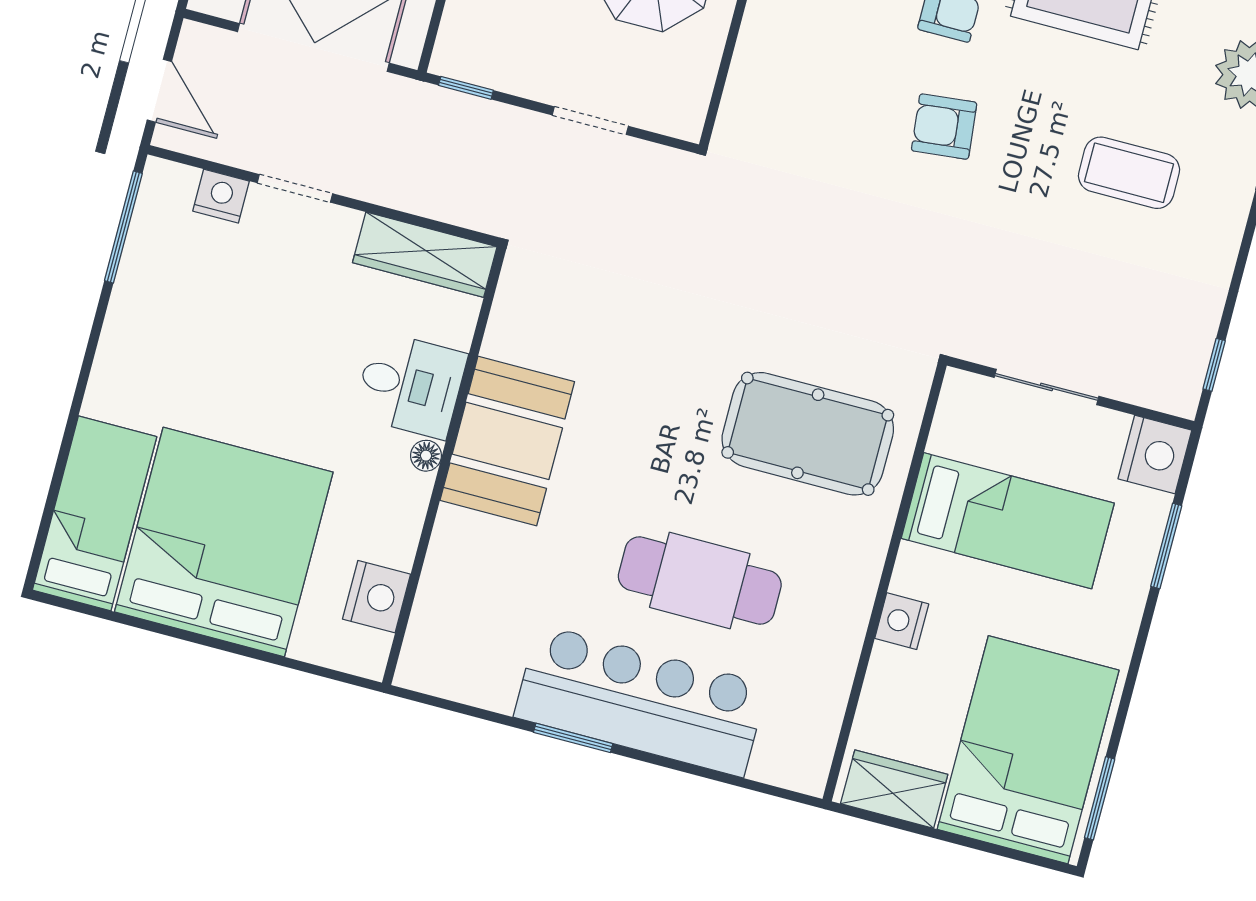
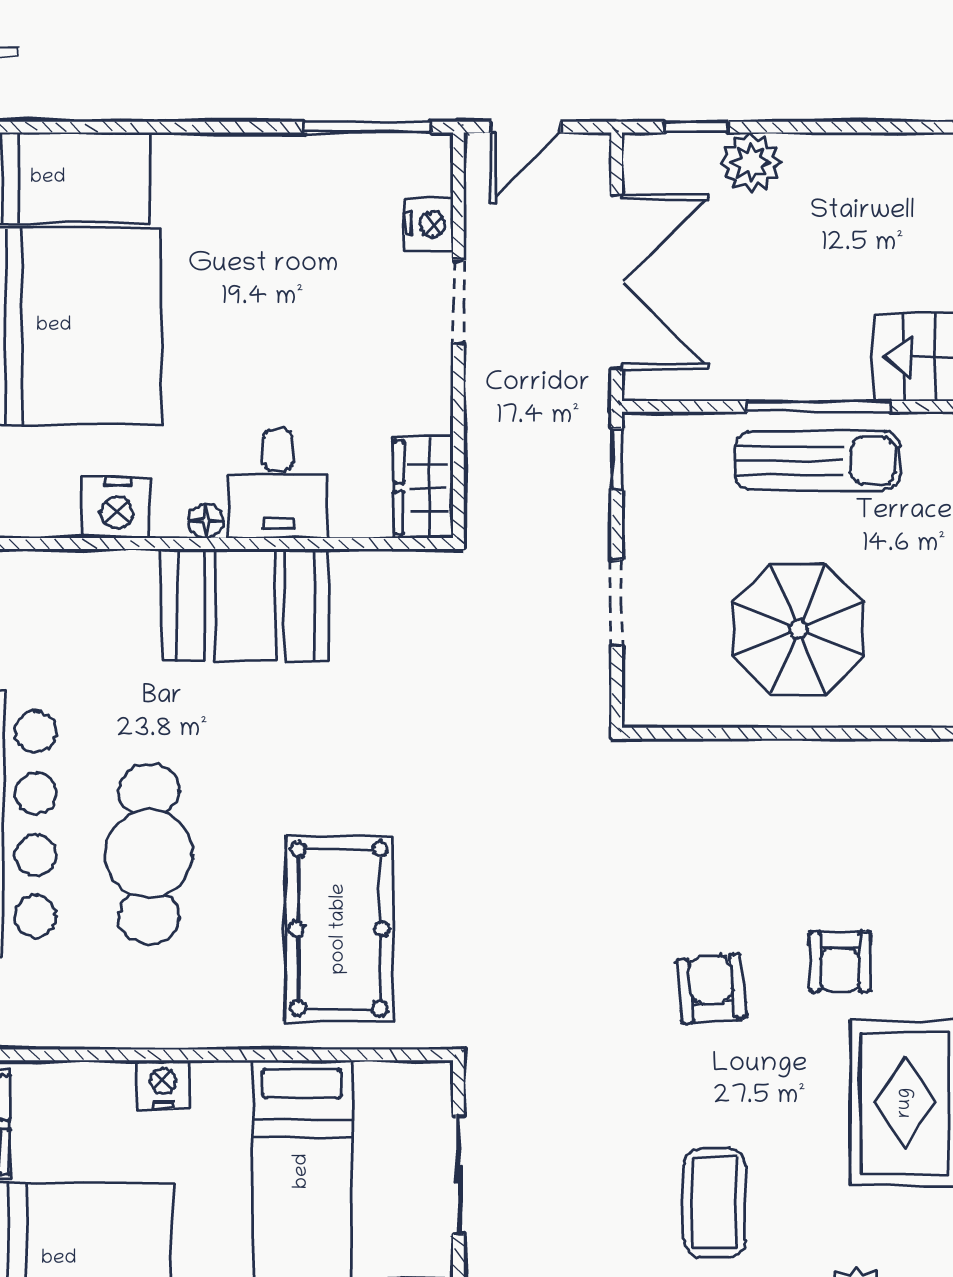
wardrobe: (425, 255) -> (424, 487), width x0.67
nightstand: (376, 597) -> (117, 508), moved

